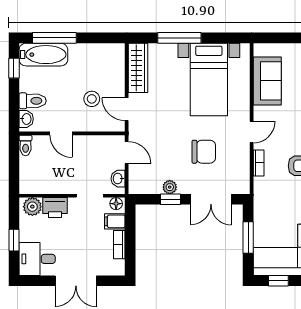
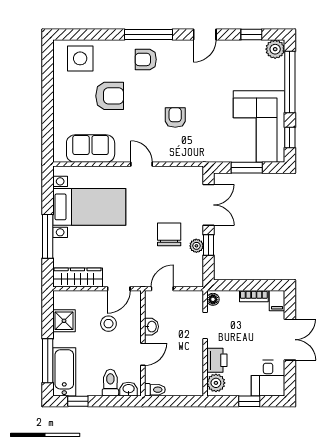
shower: (95, 54) -> (64, 321), added
chair: (204, 152) -> (169, 234), moved
bookcase: (259, 163) -> (172, 157), removed
washbasin: (118, 179) -> (151, 327), moved, turned -90
filing cabinet: (115, 221) -> (277, 301), moved

